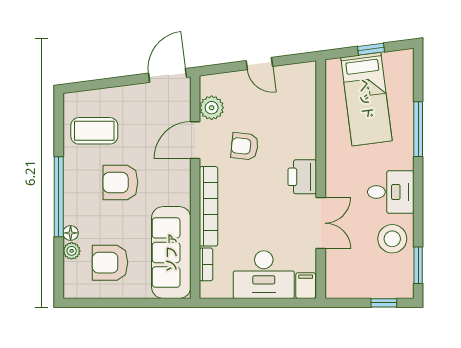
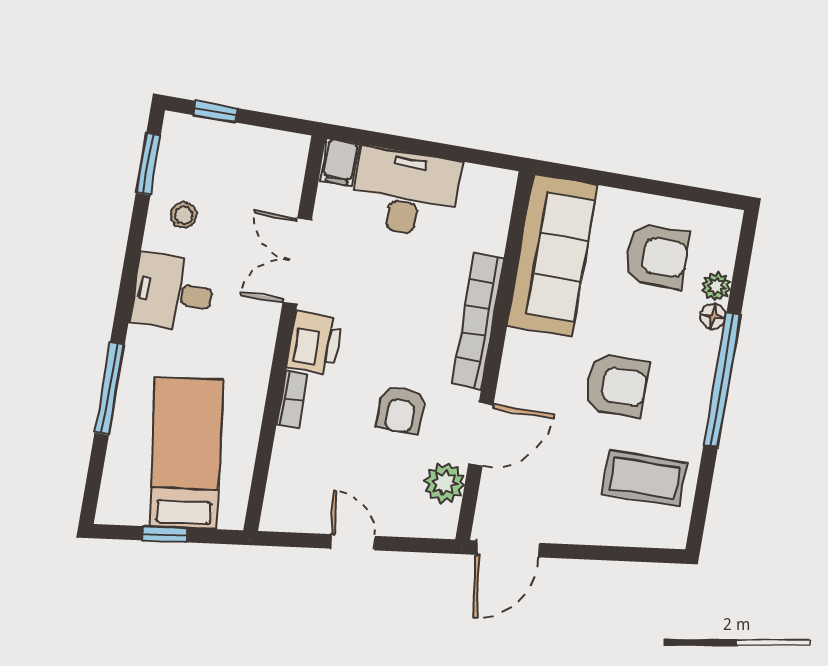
armchair: (245, 146) -> (401, 410), turned 84
stool: (392, 239) -> (184, 215), width x0.53, depth x0.53
bookcase: (206, 264) -> (292, 399), moved, turned 180

